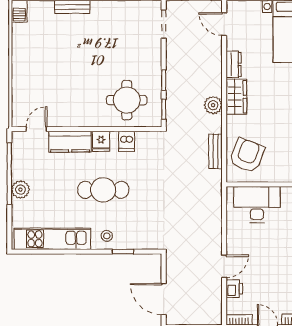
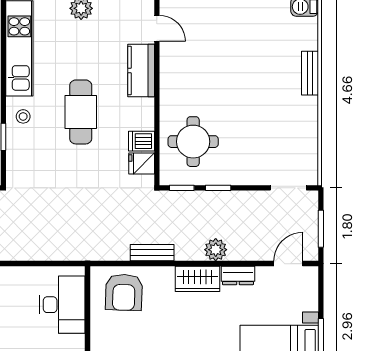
plant: (213, 105) -> (216, 250), moved
fridge: (101, 141) -> (142, 163), moved
bench: (215, 151) -> (152, 253), moved
armchair: (247, 155) -> (124, 292), turned 71

